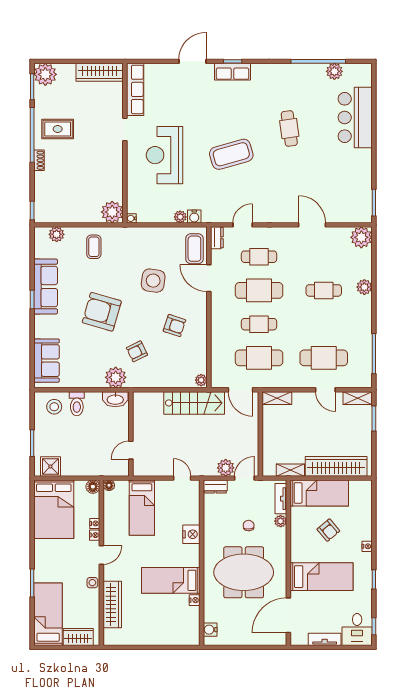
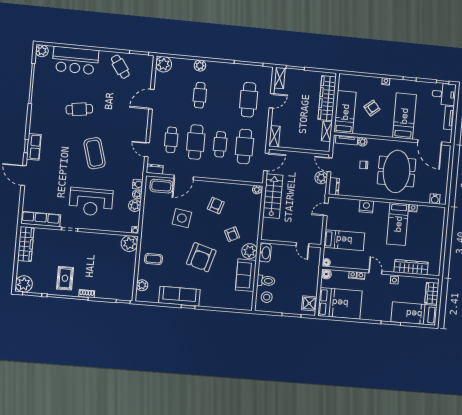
plant: (334, 71) -> (42, 51), moved
cafe table: (352, 179) -> (120, 67), added
plant: (165, 215) -> (135, 206), added
sofa: (47, 361) -> (246, 275), moved, turned -90

